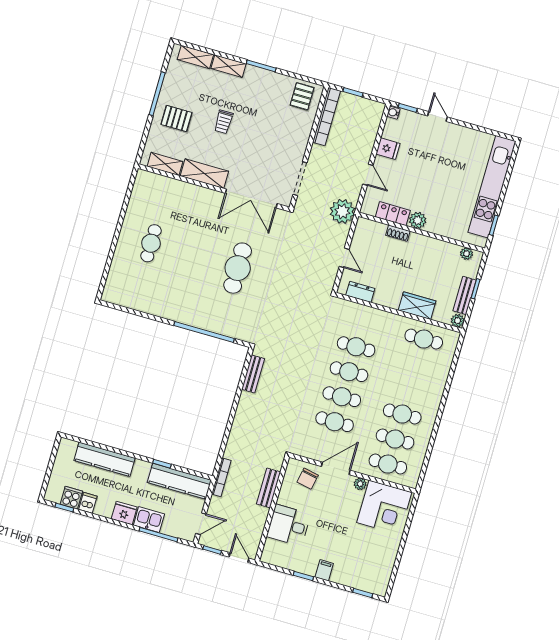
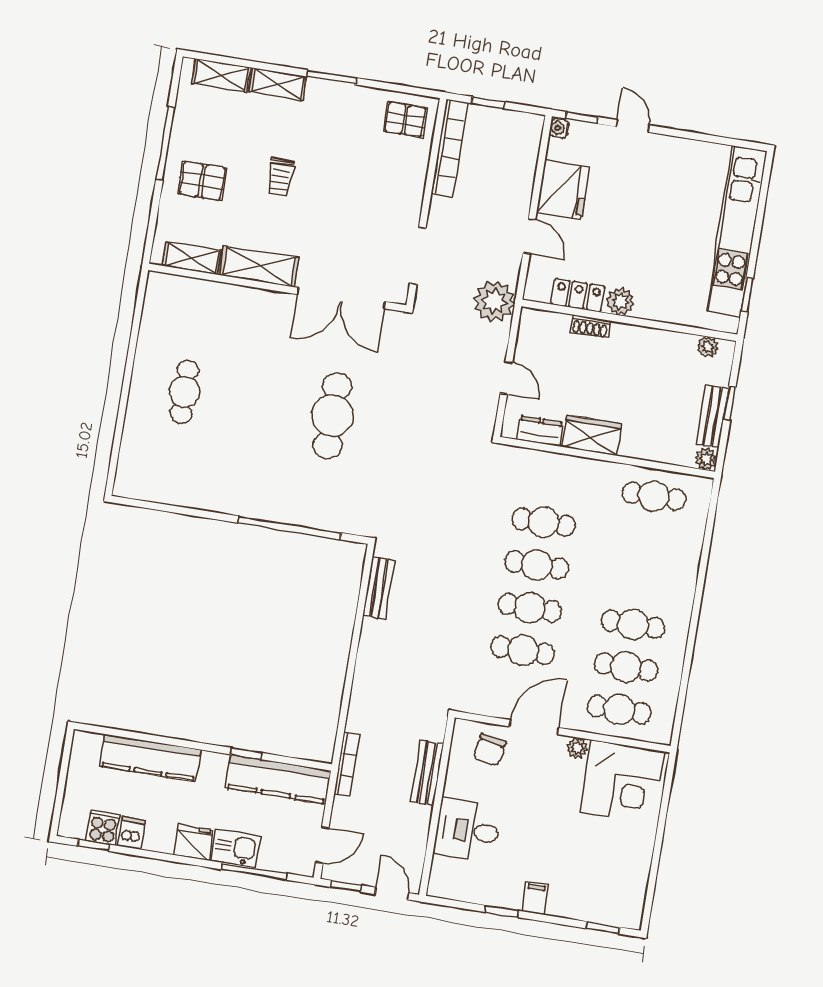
pallet: (302, 96) -> (405, 119), turned 90
fridge: (388, 149) -> (563, 190), width x1.88, depth x1.34
wardrobe: (417, 306) -> (592, 435), moved

